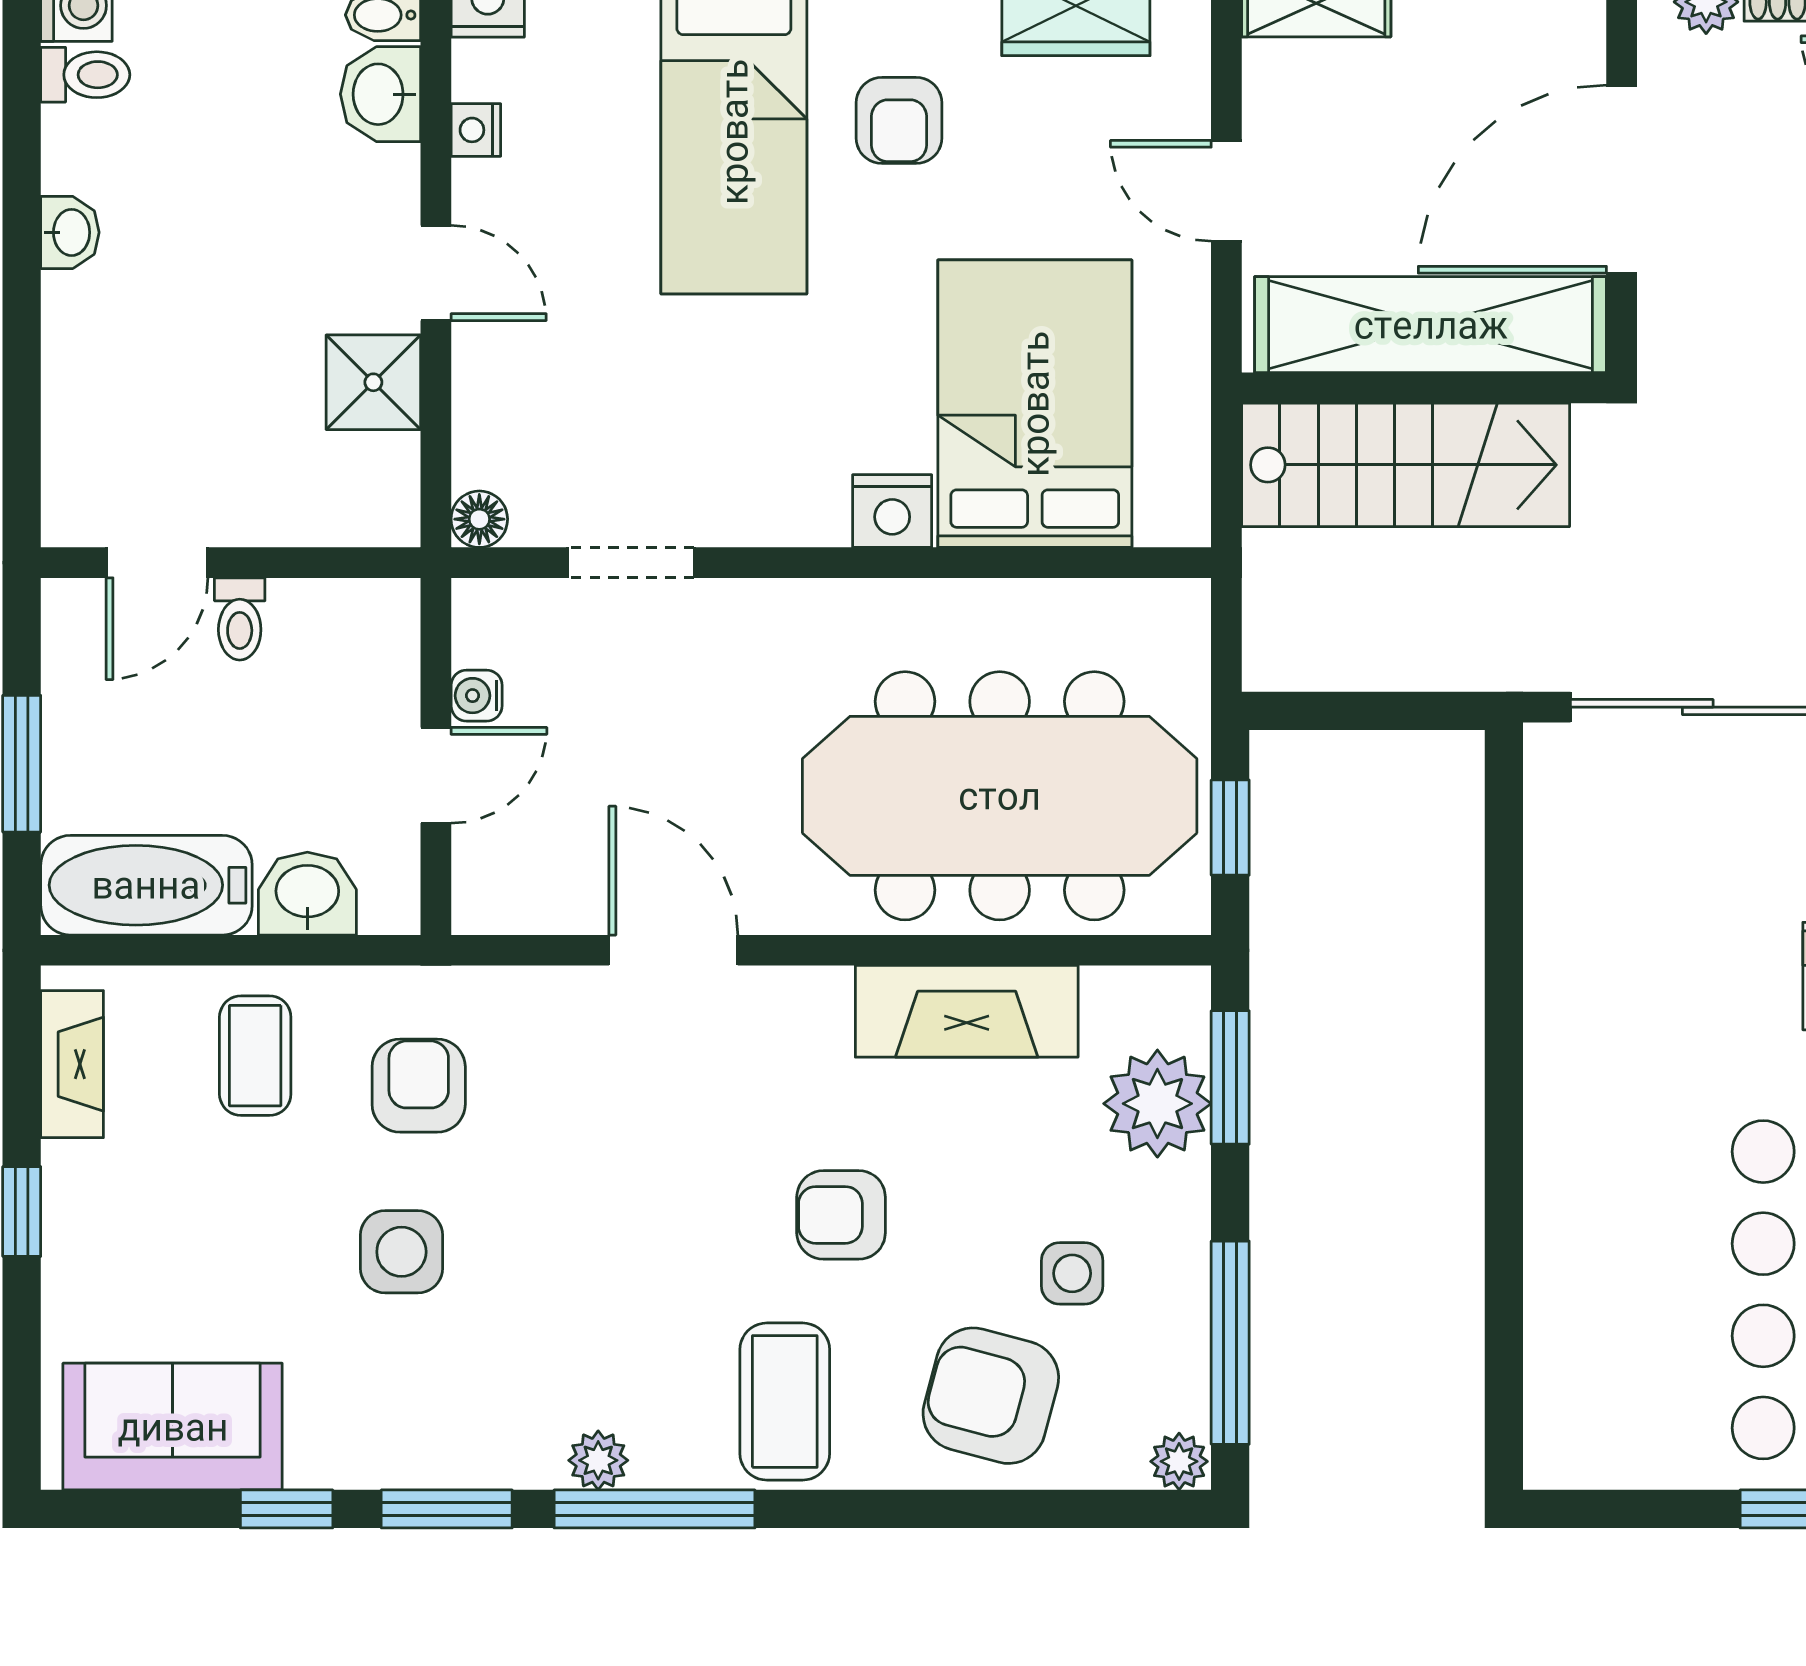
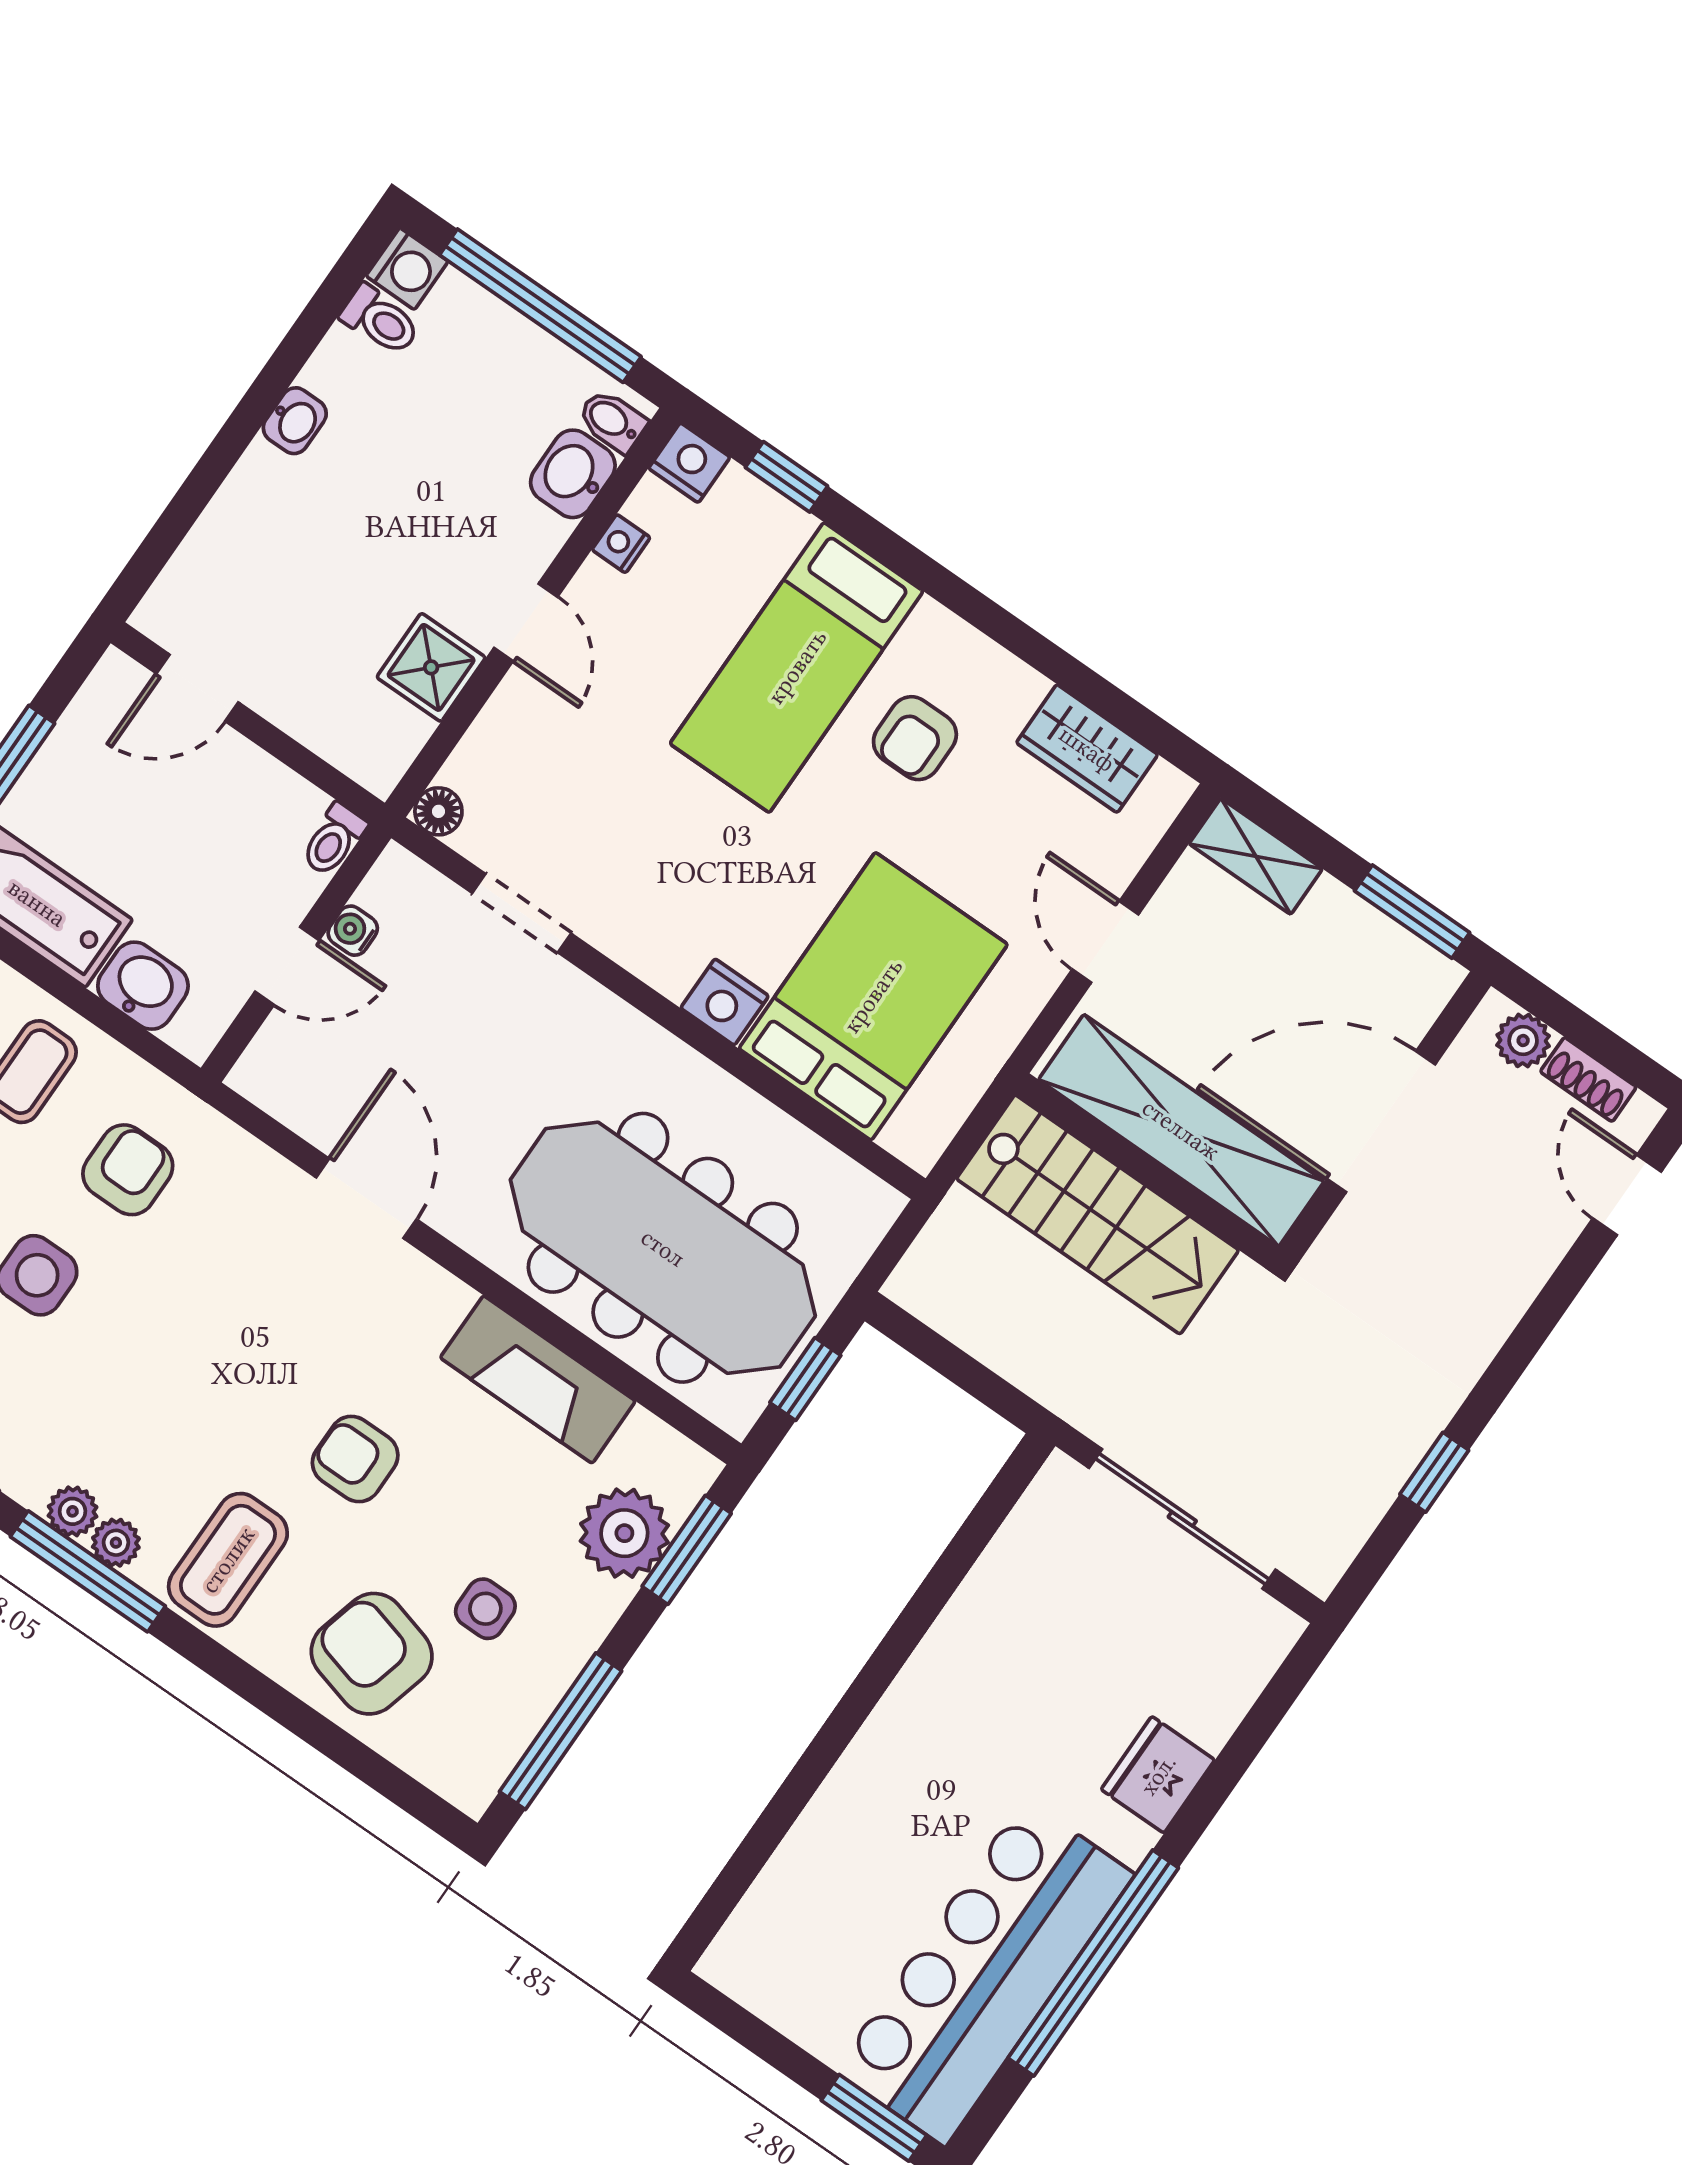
toilet: (240, 619) -> (334, 840), moved
plant: (1179, 1461) -> (116, 1543), moved

